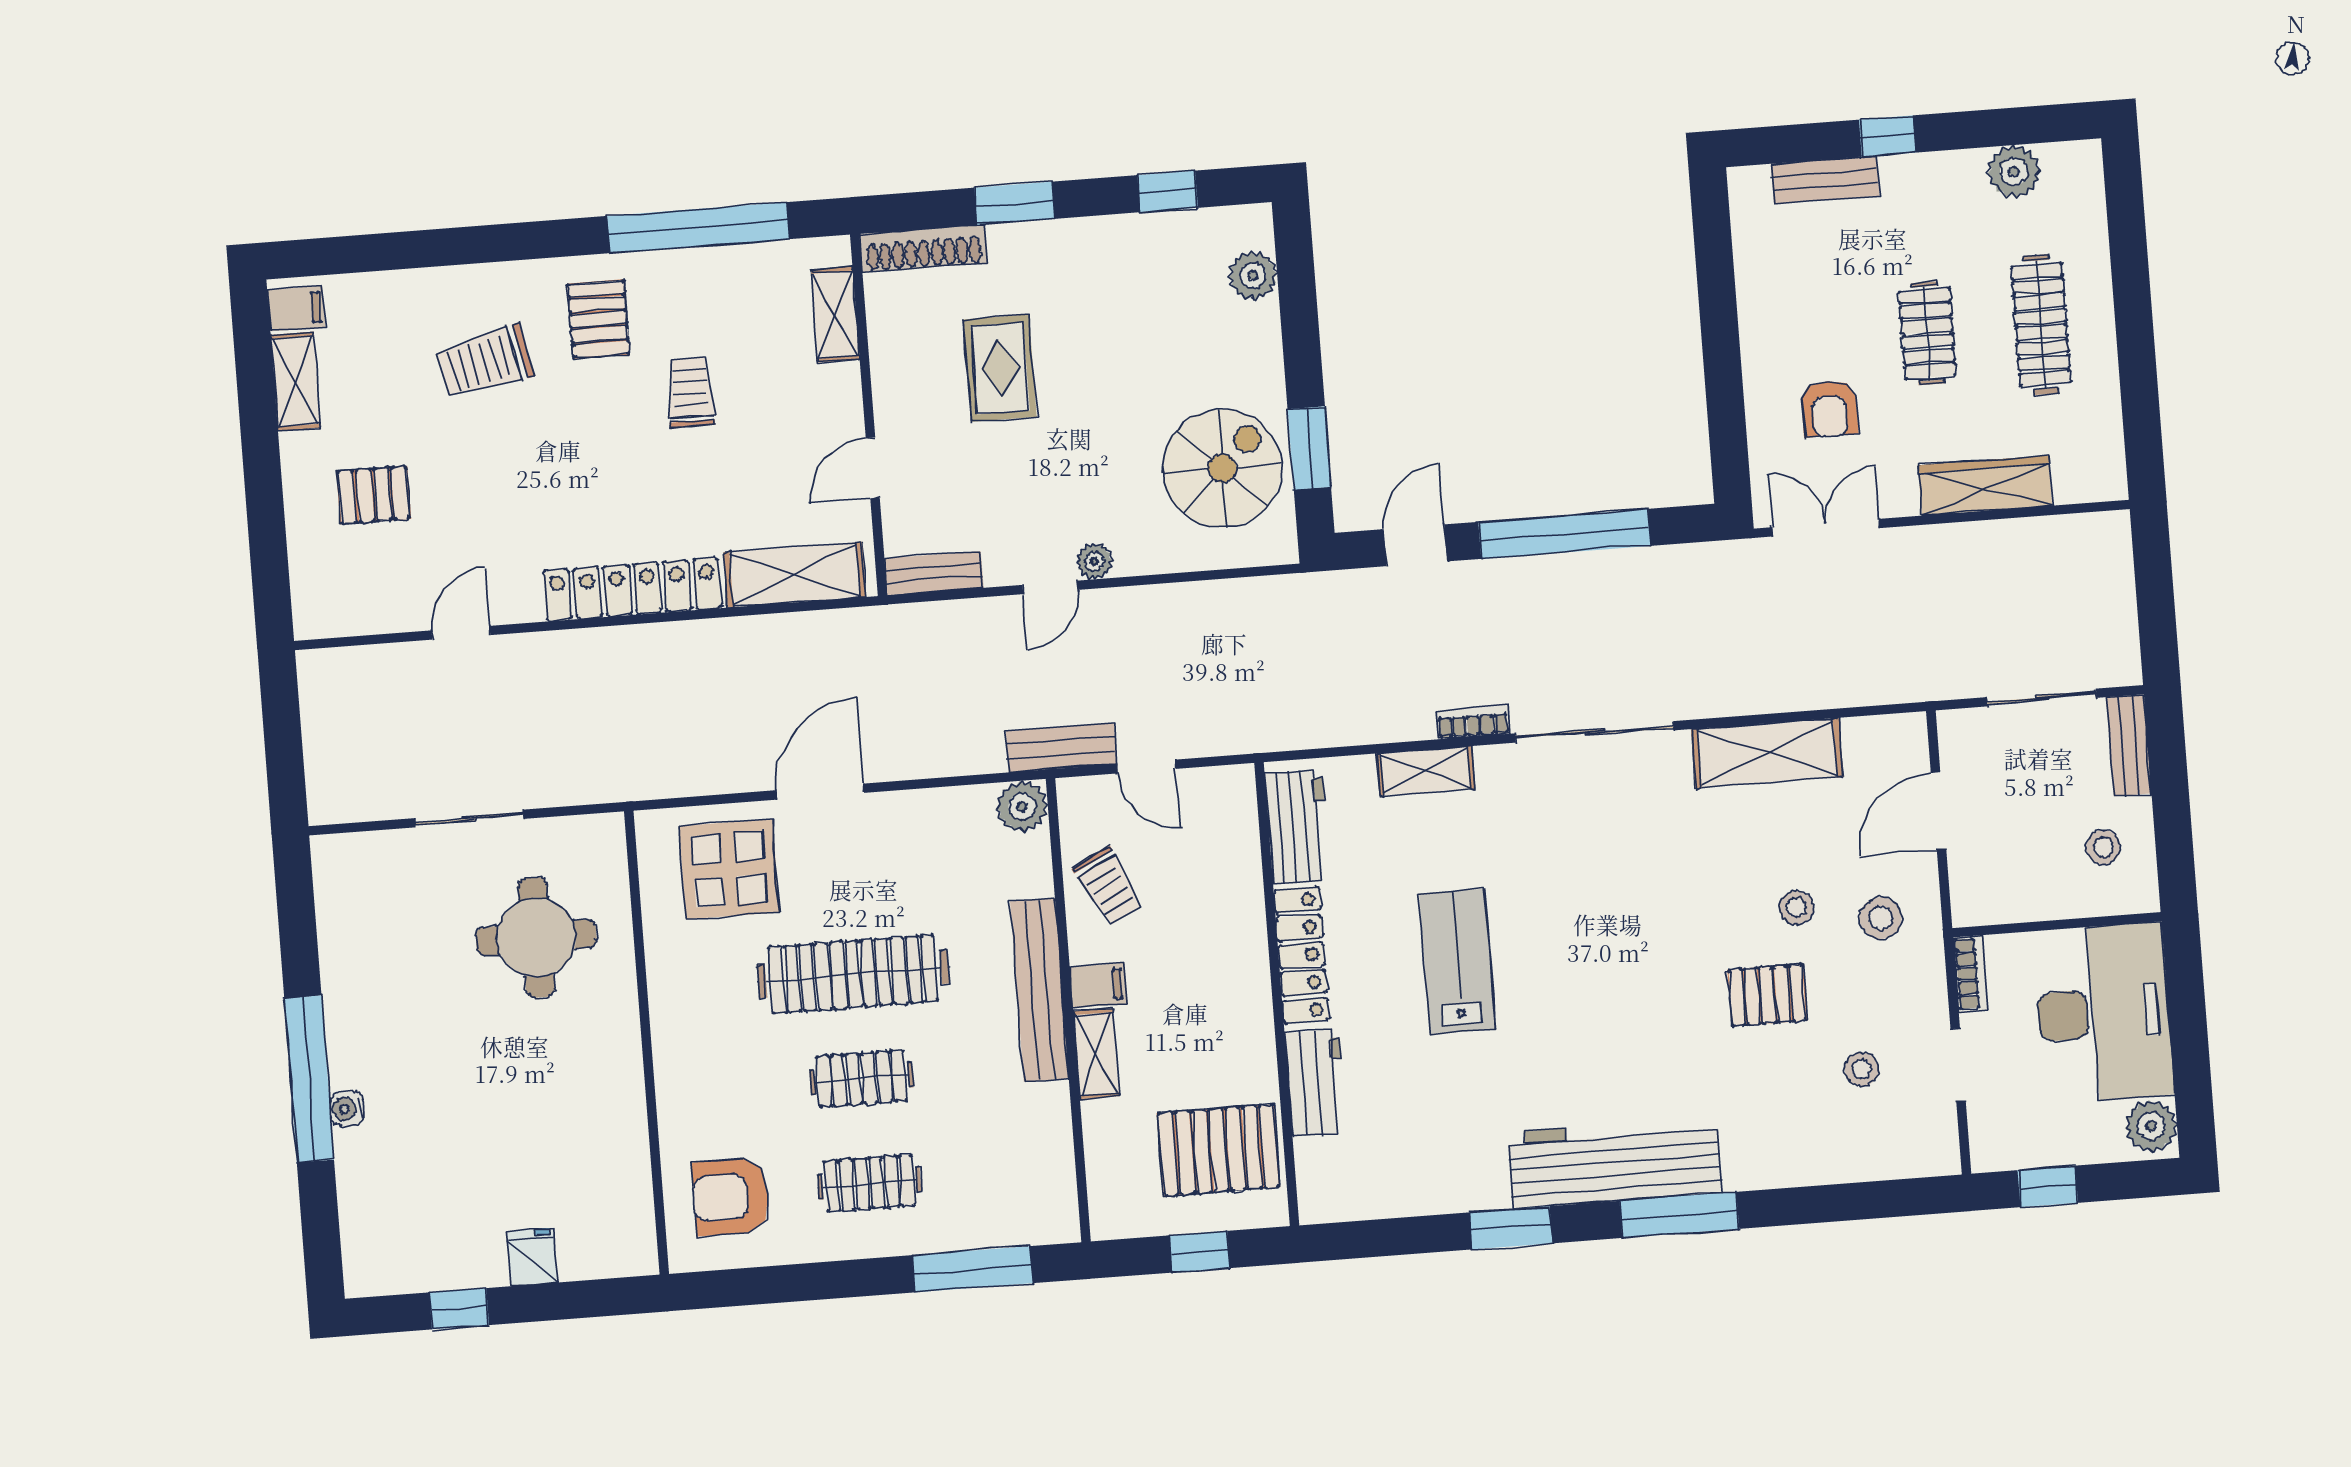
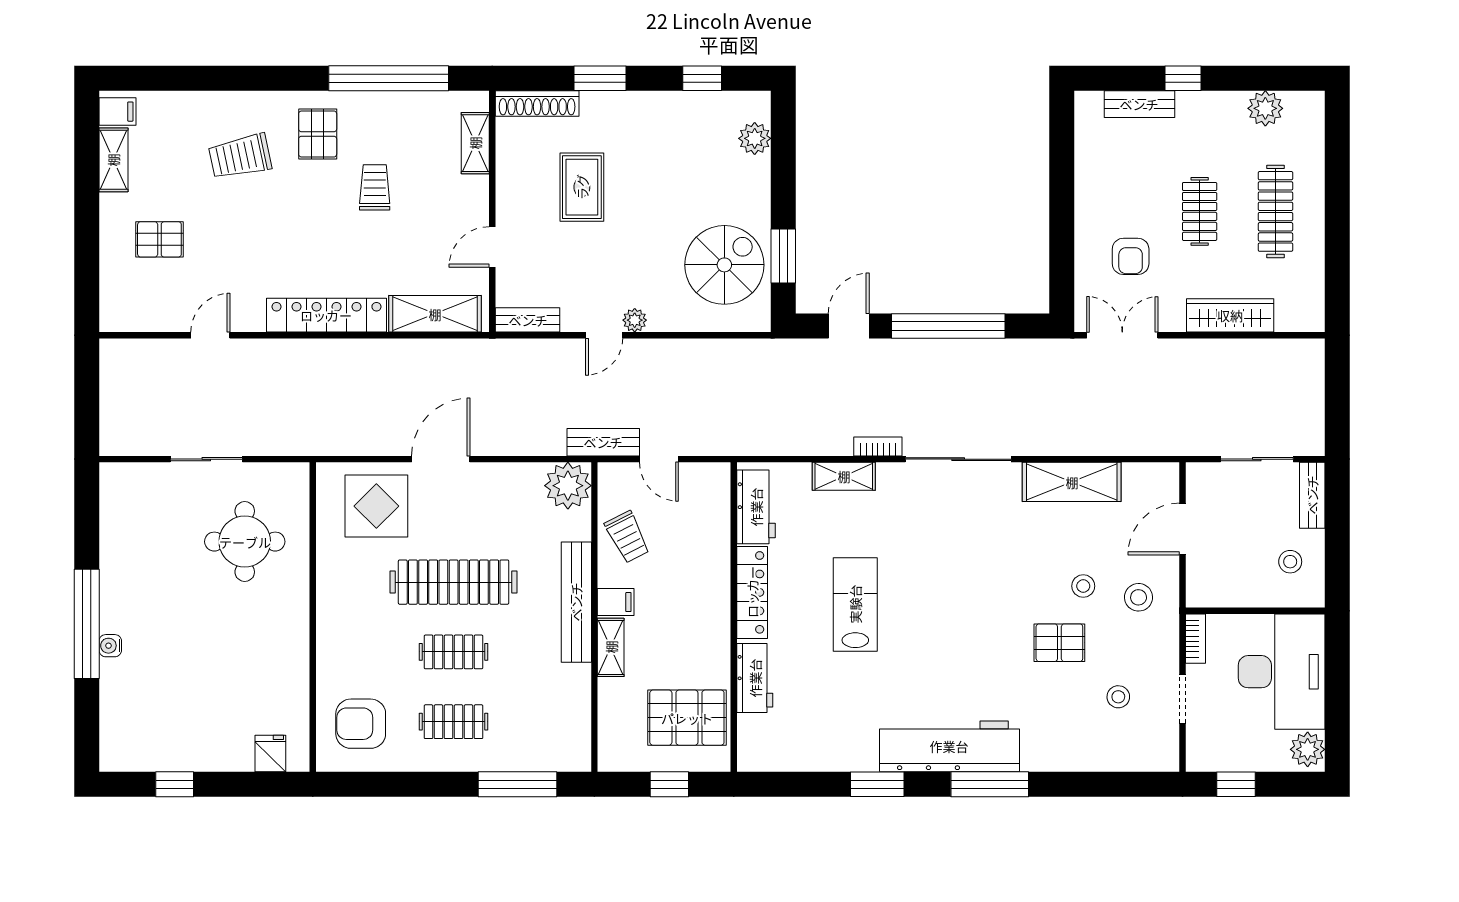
plant: (1022, 806) -> (568, 486), width x1.36, depth x1.36
fridge: (532, 1257) -> (270, 753), moved

